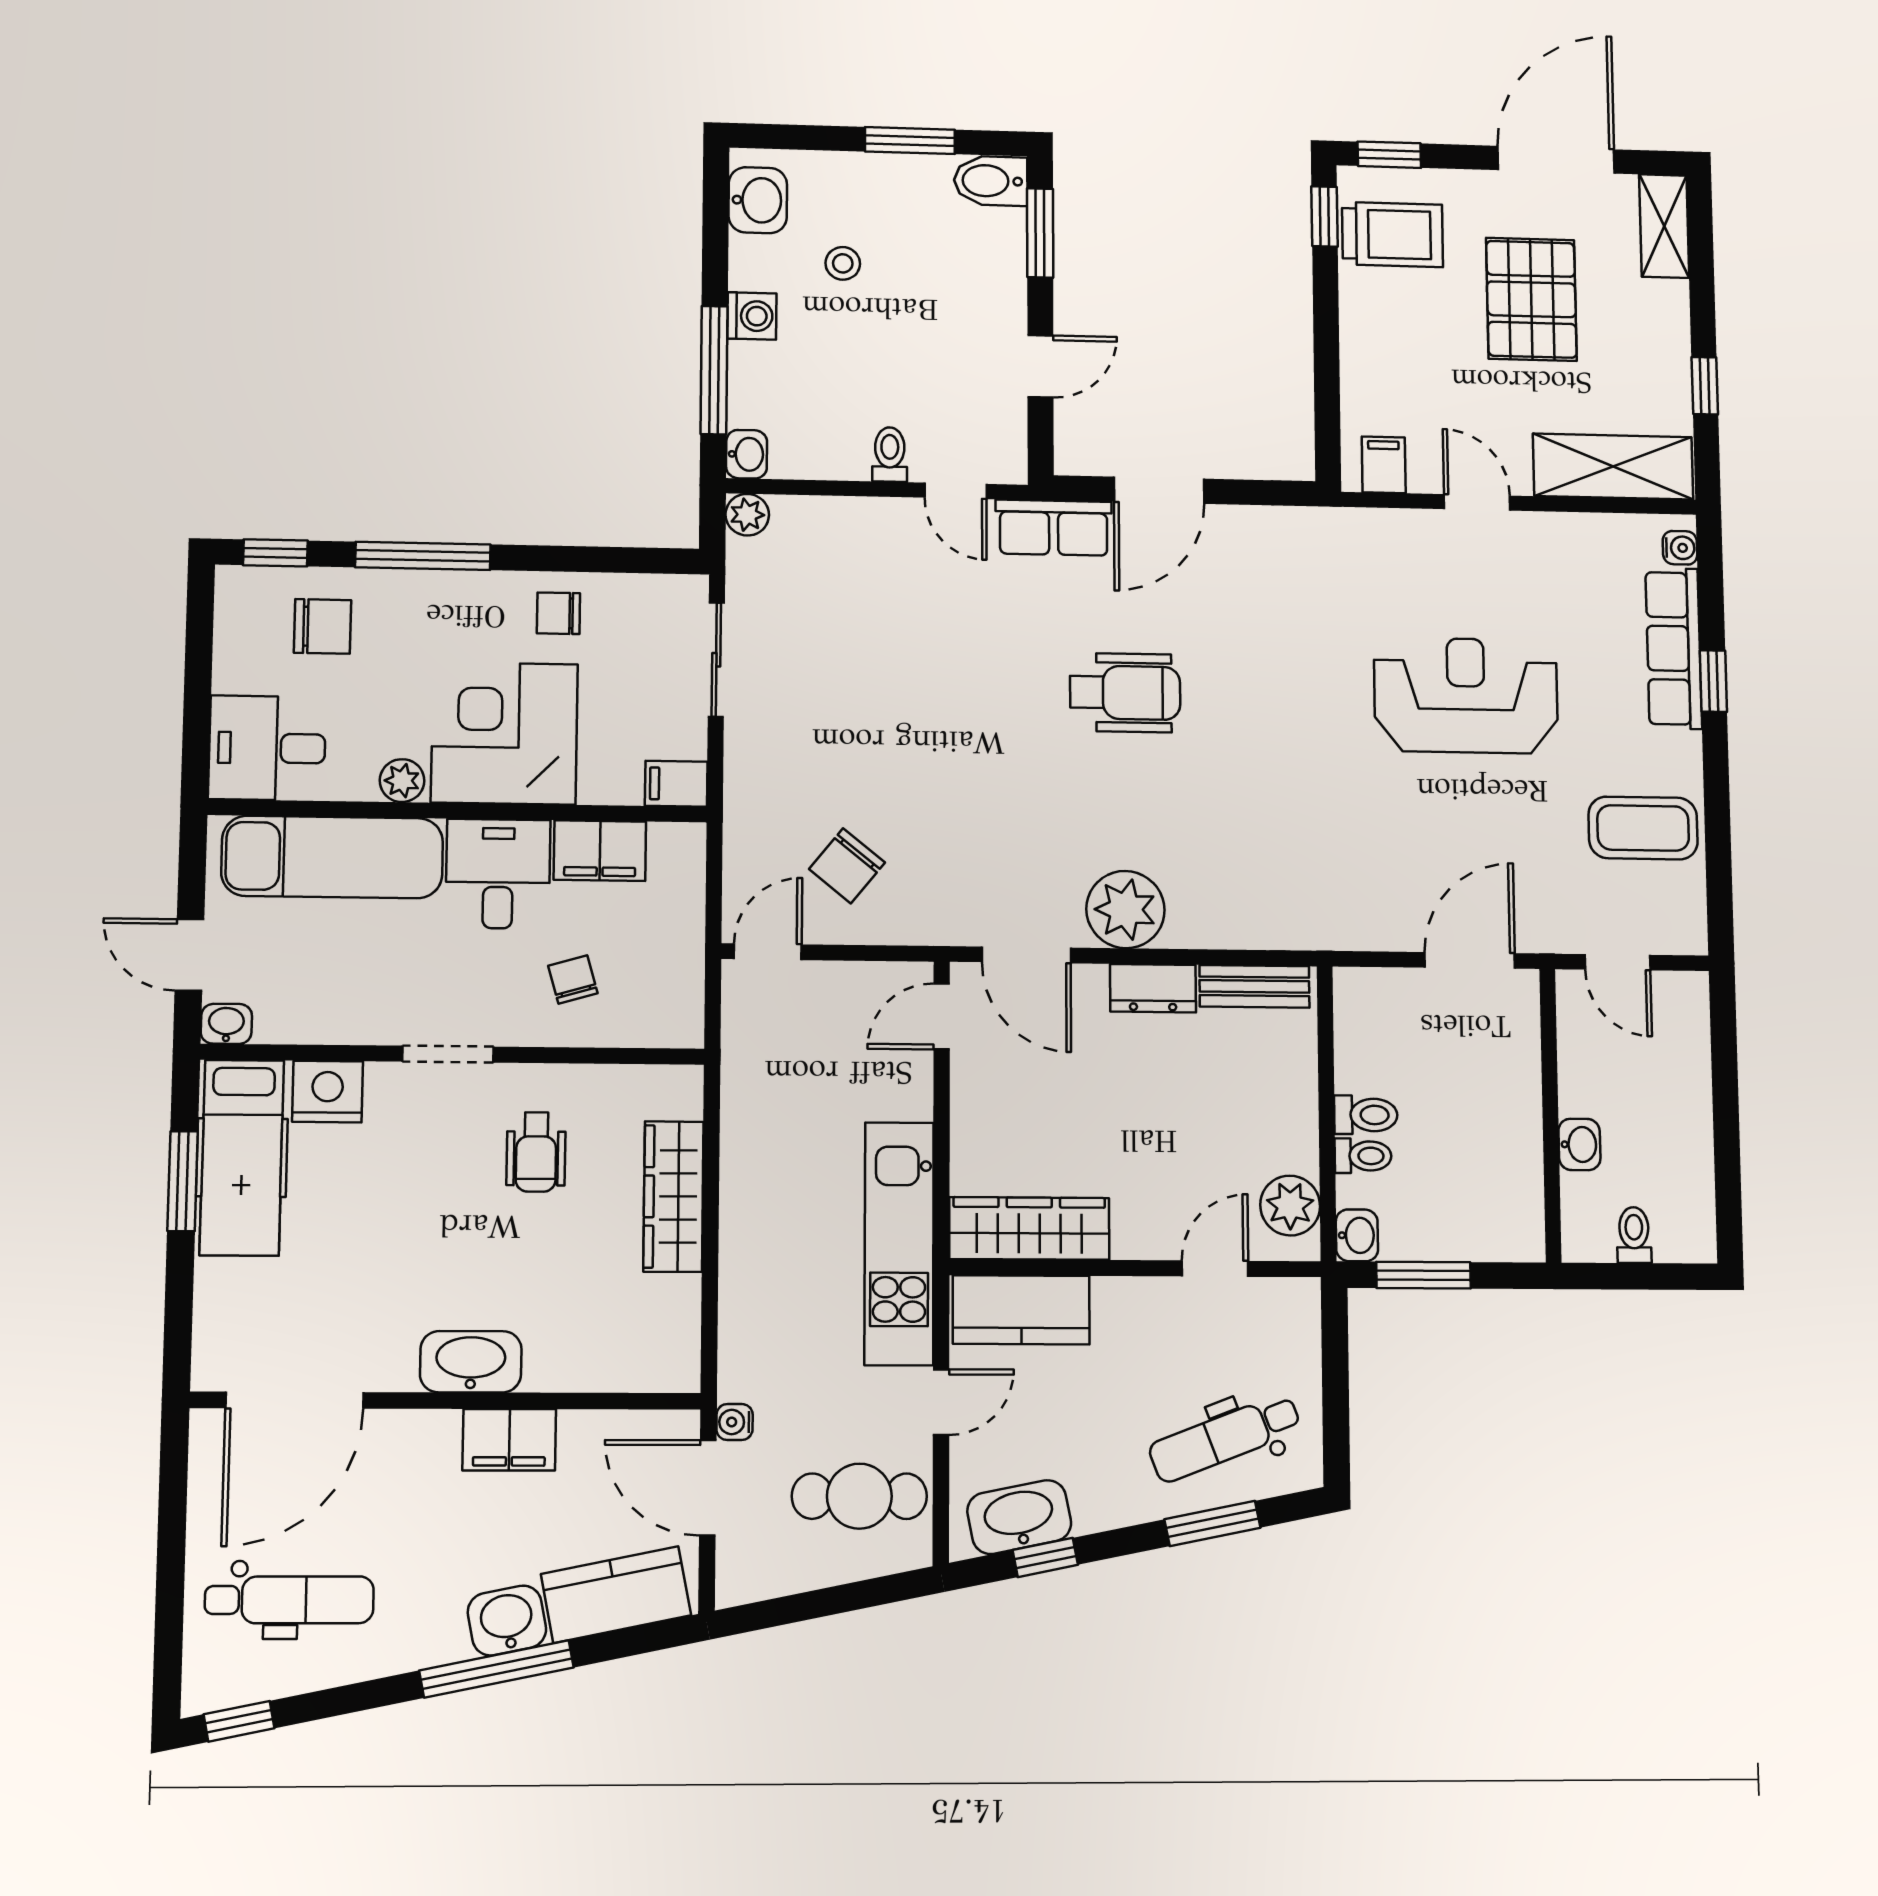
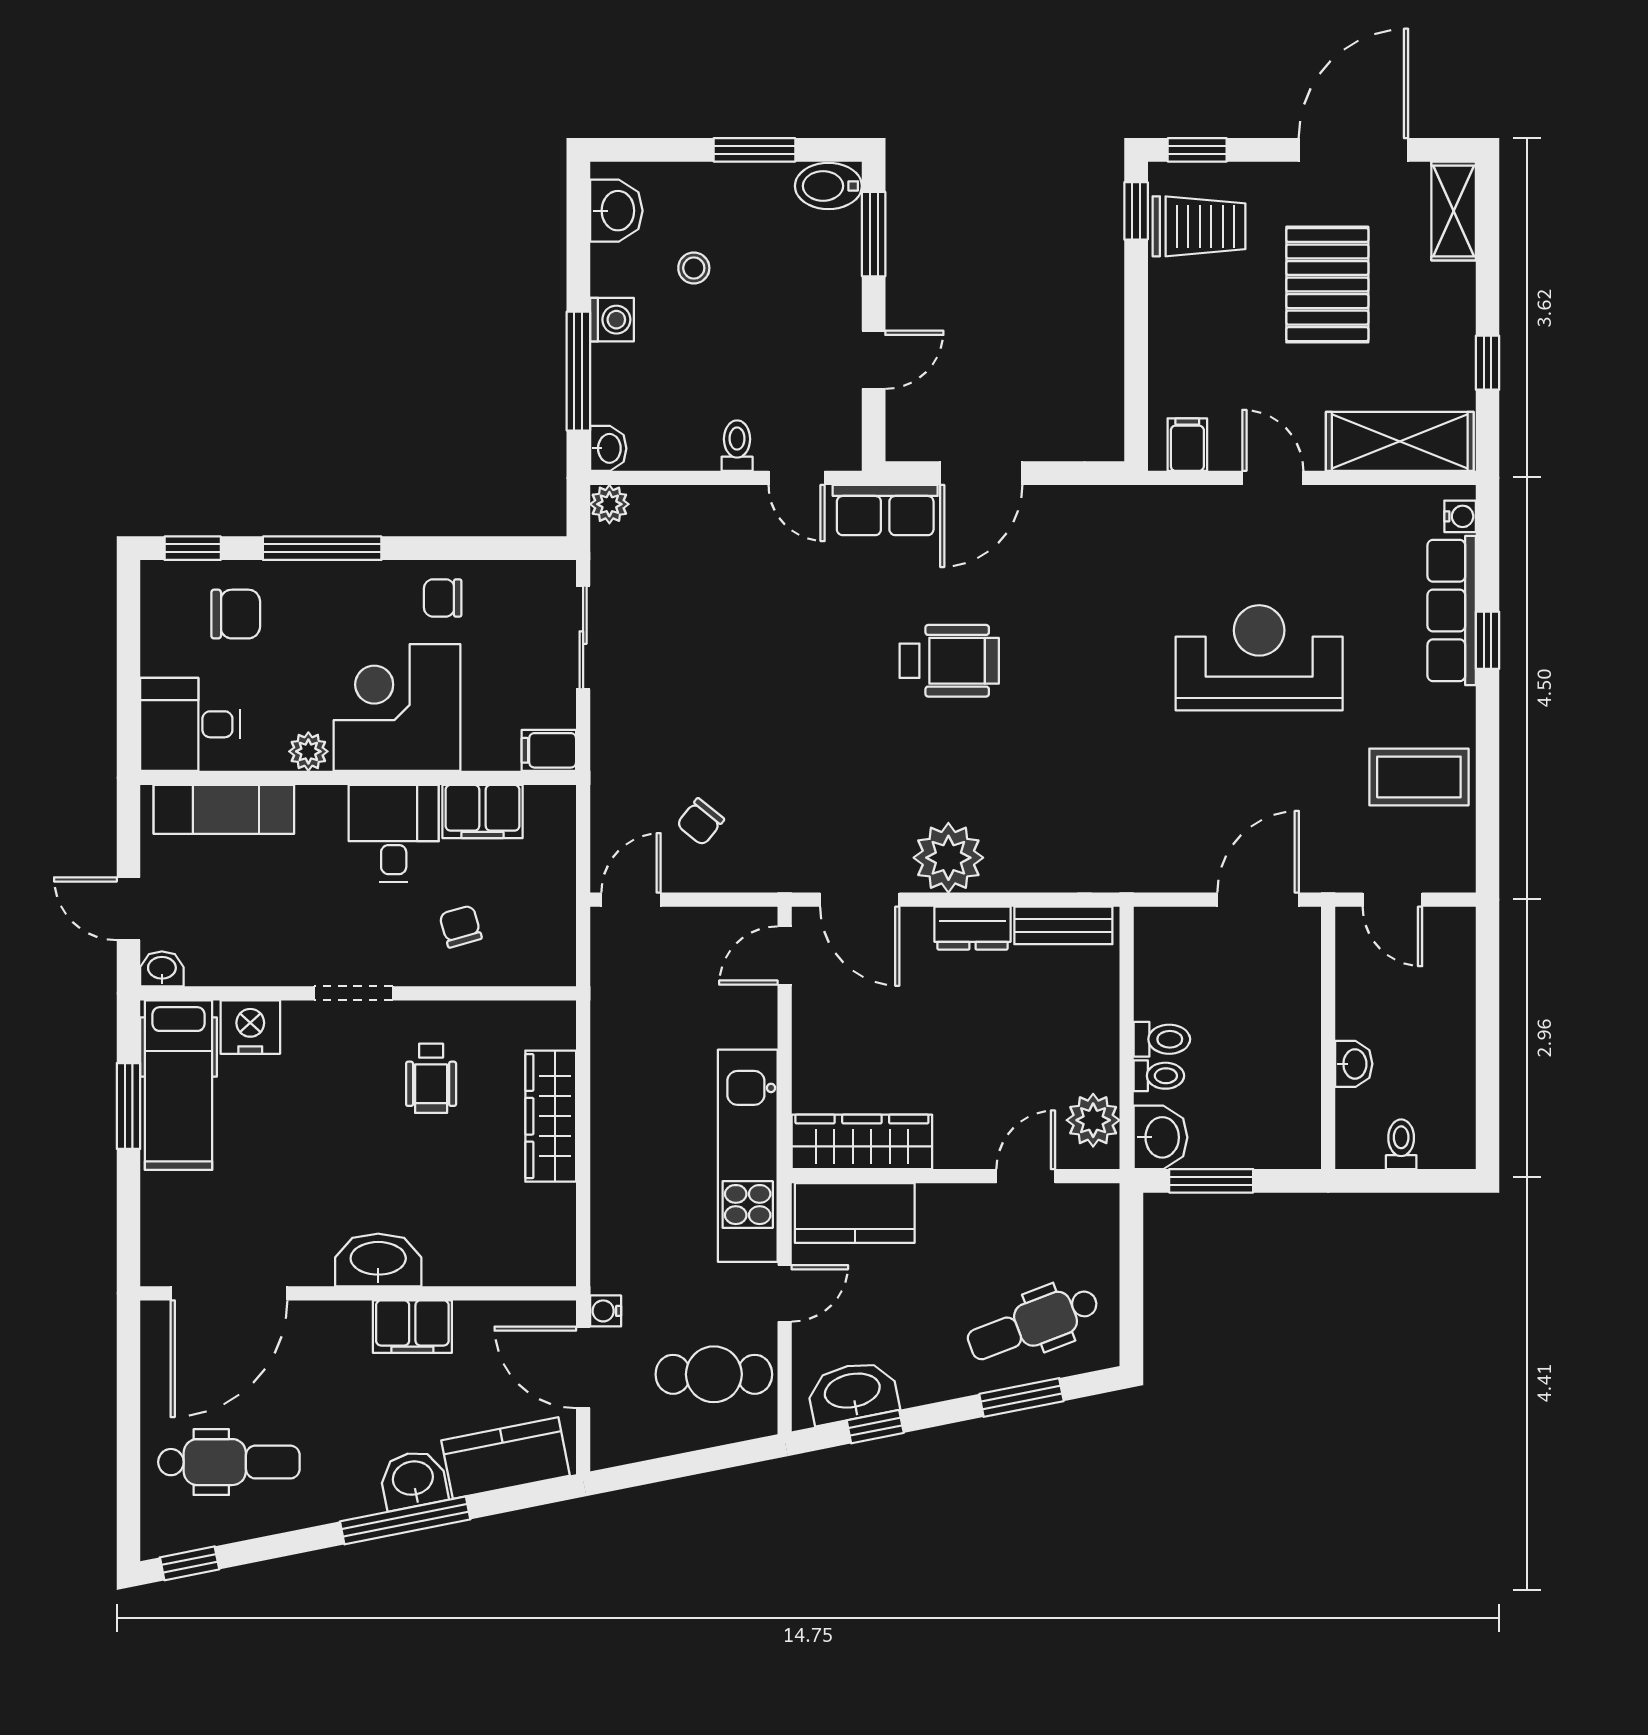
exam couch: (332, 857) -> (224, 809), width x0.73, depth x0.69
chair: (847, 866) -> (700, 822), width x0.73, depth x0.73
washbasin: (1357, 1235) -> (1161, 1137), width x1.38, depth x1.45

